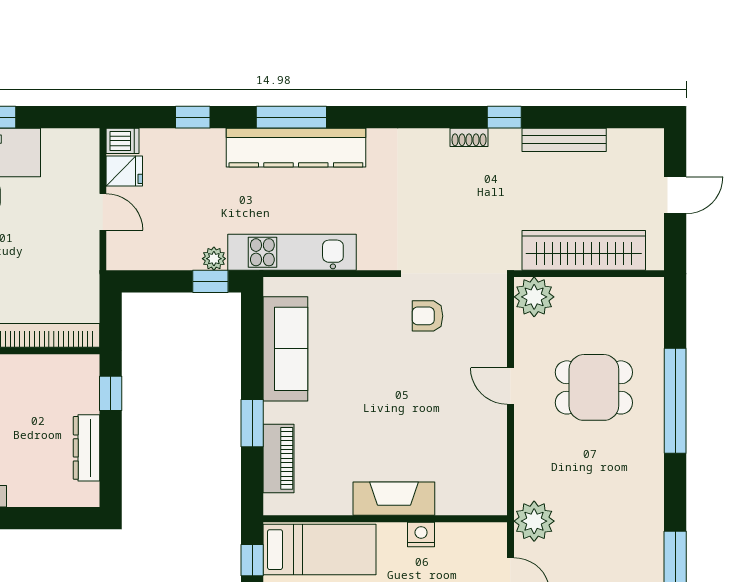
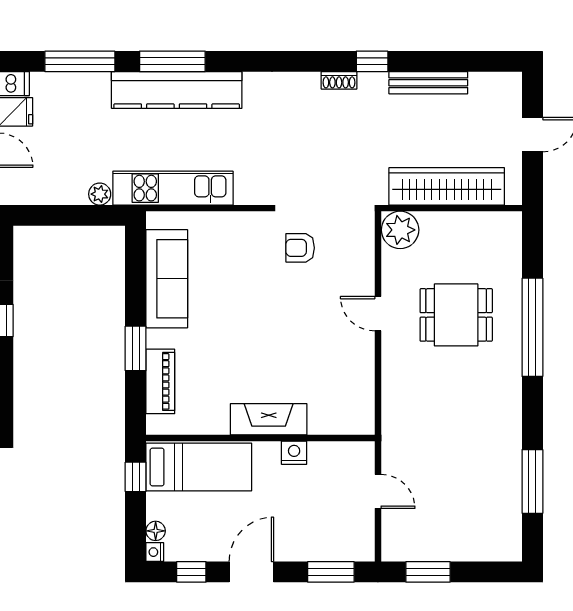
window: (193, 117) -> (80, 61), width x2.17
window: (210, 281) -> (96, 215), removed
plant: (534, 521) -> (400, 440), removed

